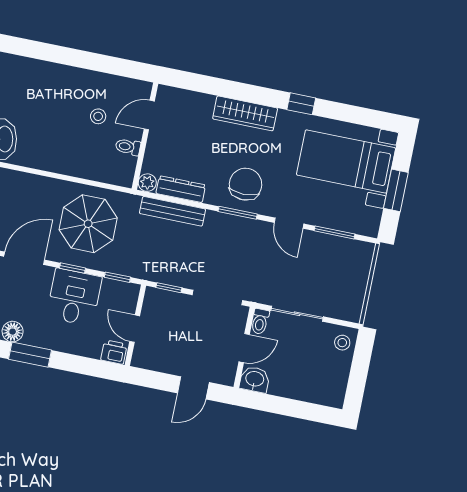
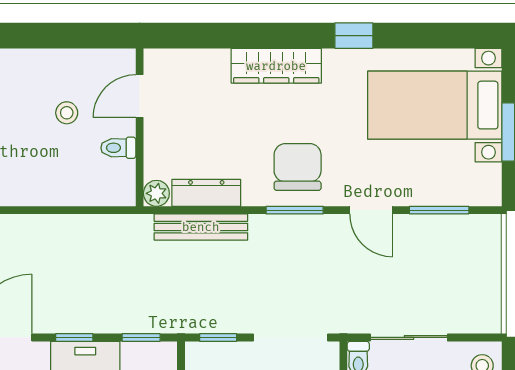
parasol: (88, 224) -> (84, 269), removed

